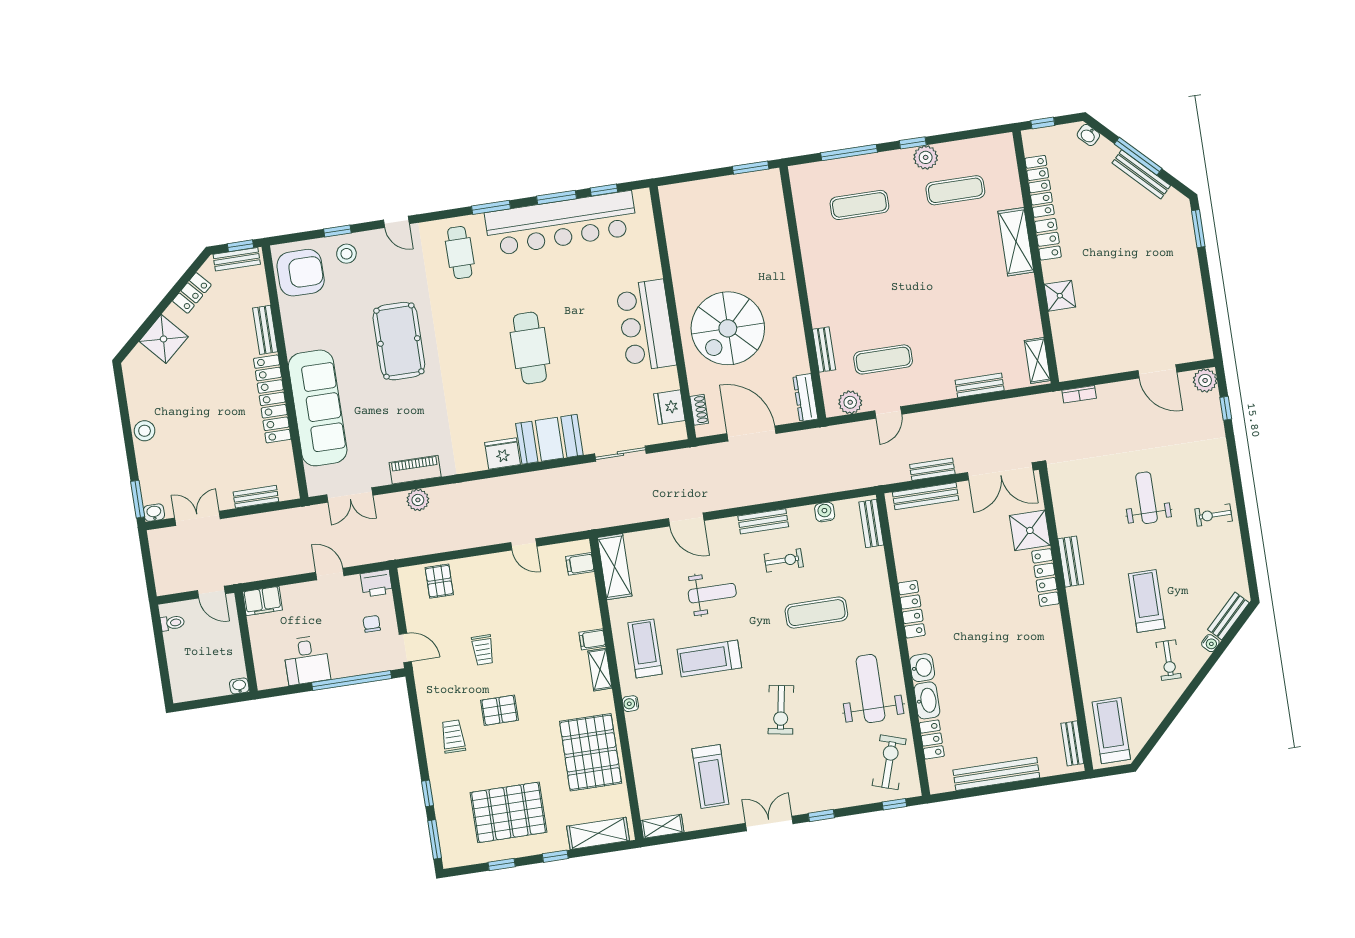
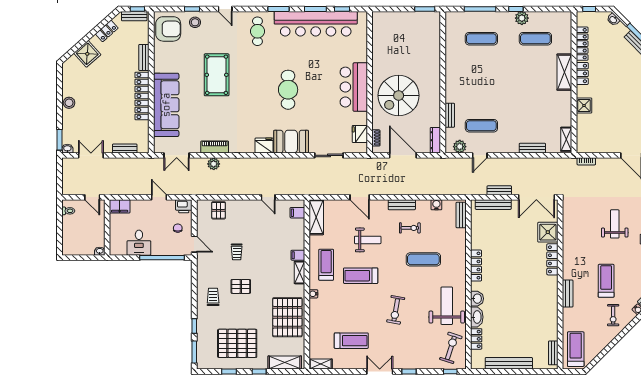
bench: (1071, 562) -> (568, 293), moved
treadmill: (710, 777) -> (351, 341), turned -90

